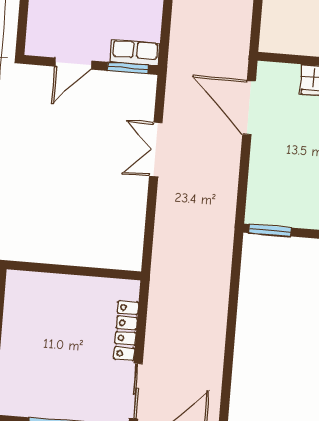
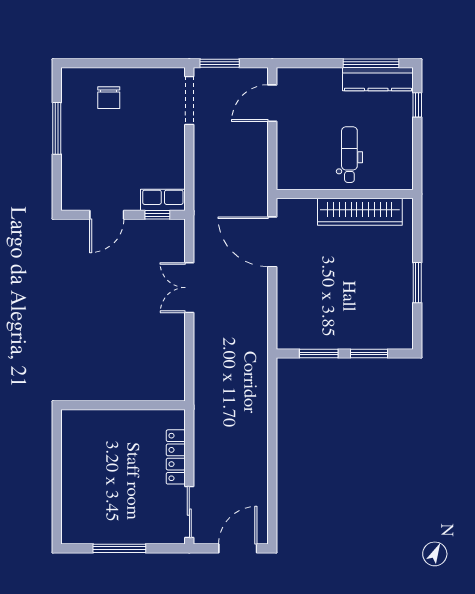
window: (128, 68) -> (157, 215), width x0.67
window: (270, 230) -> (319, 354), moved

